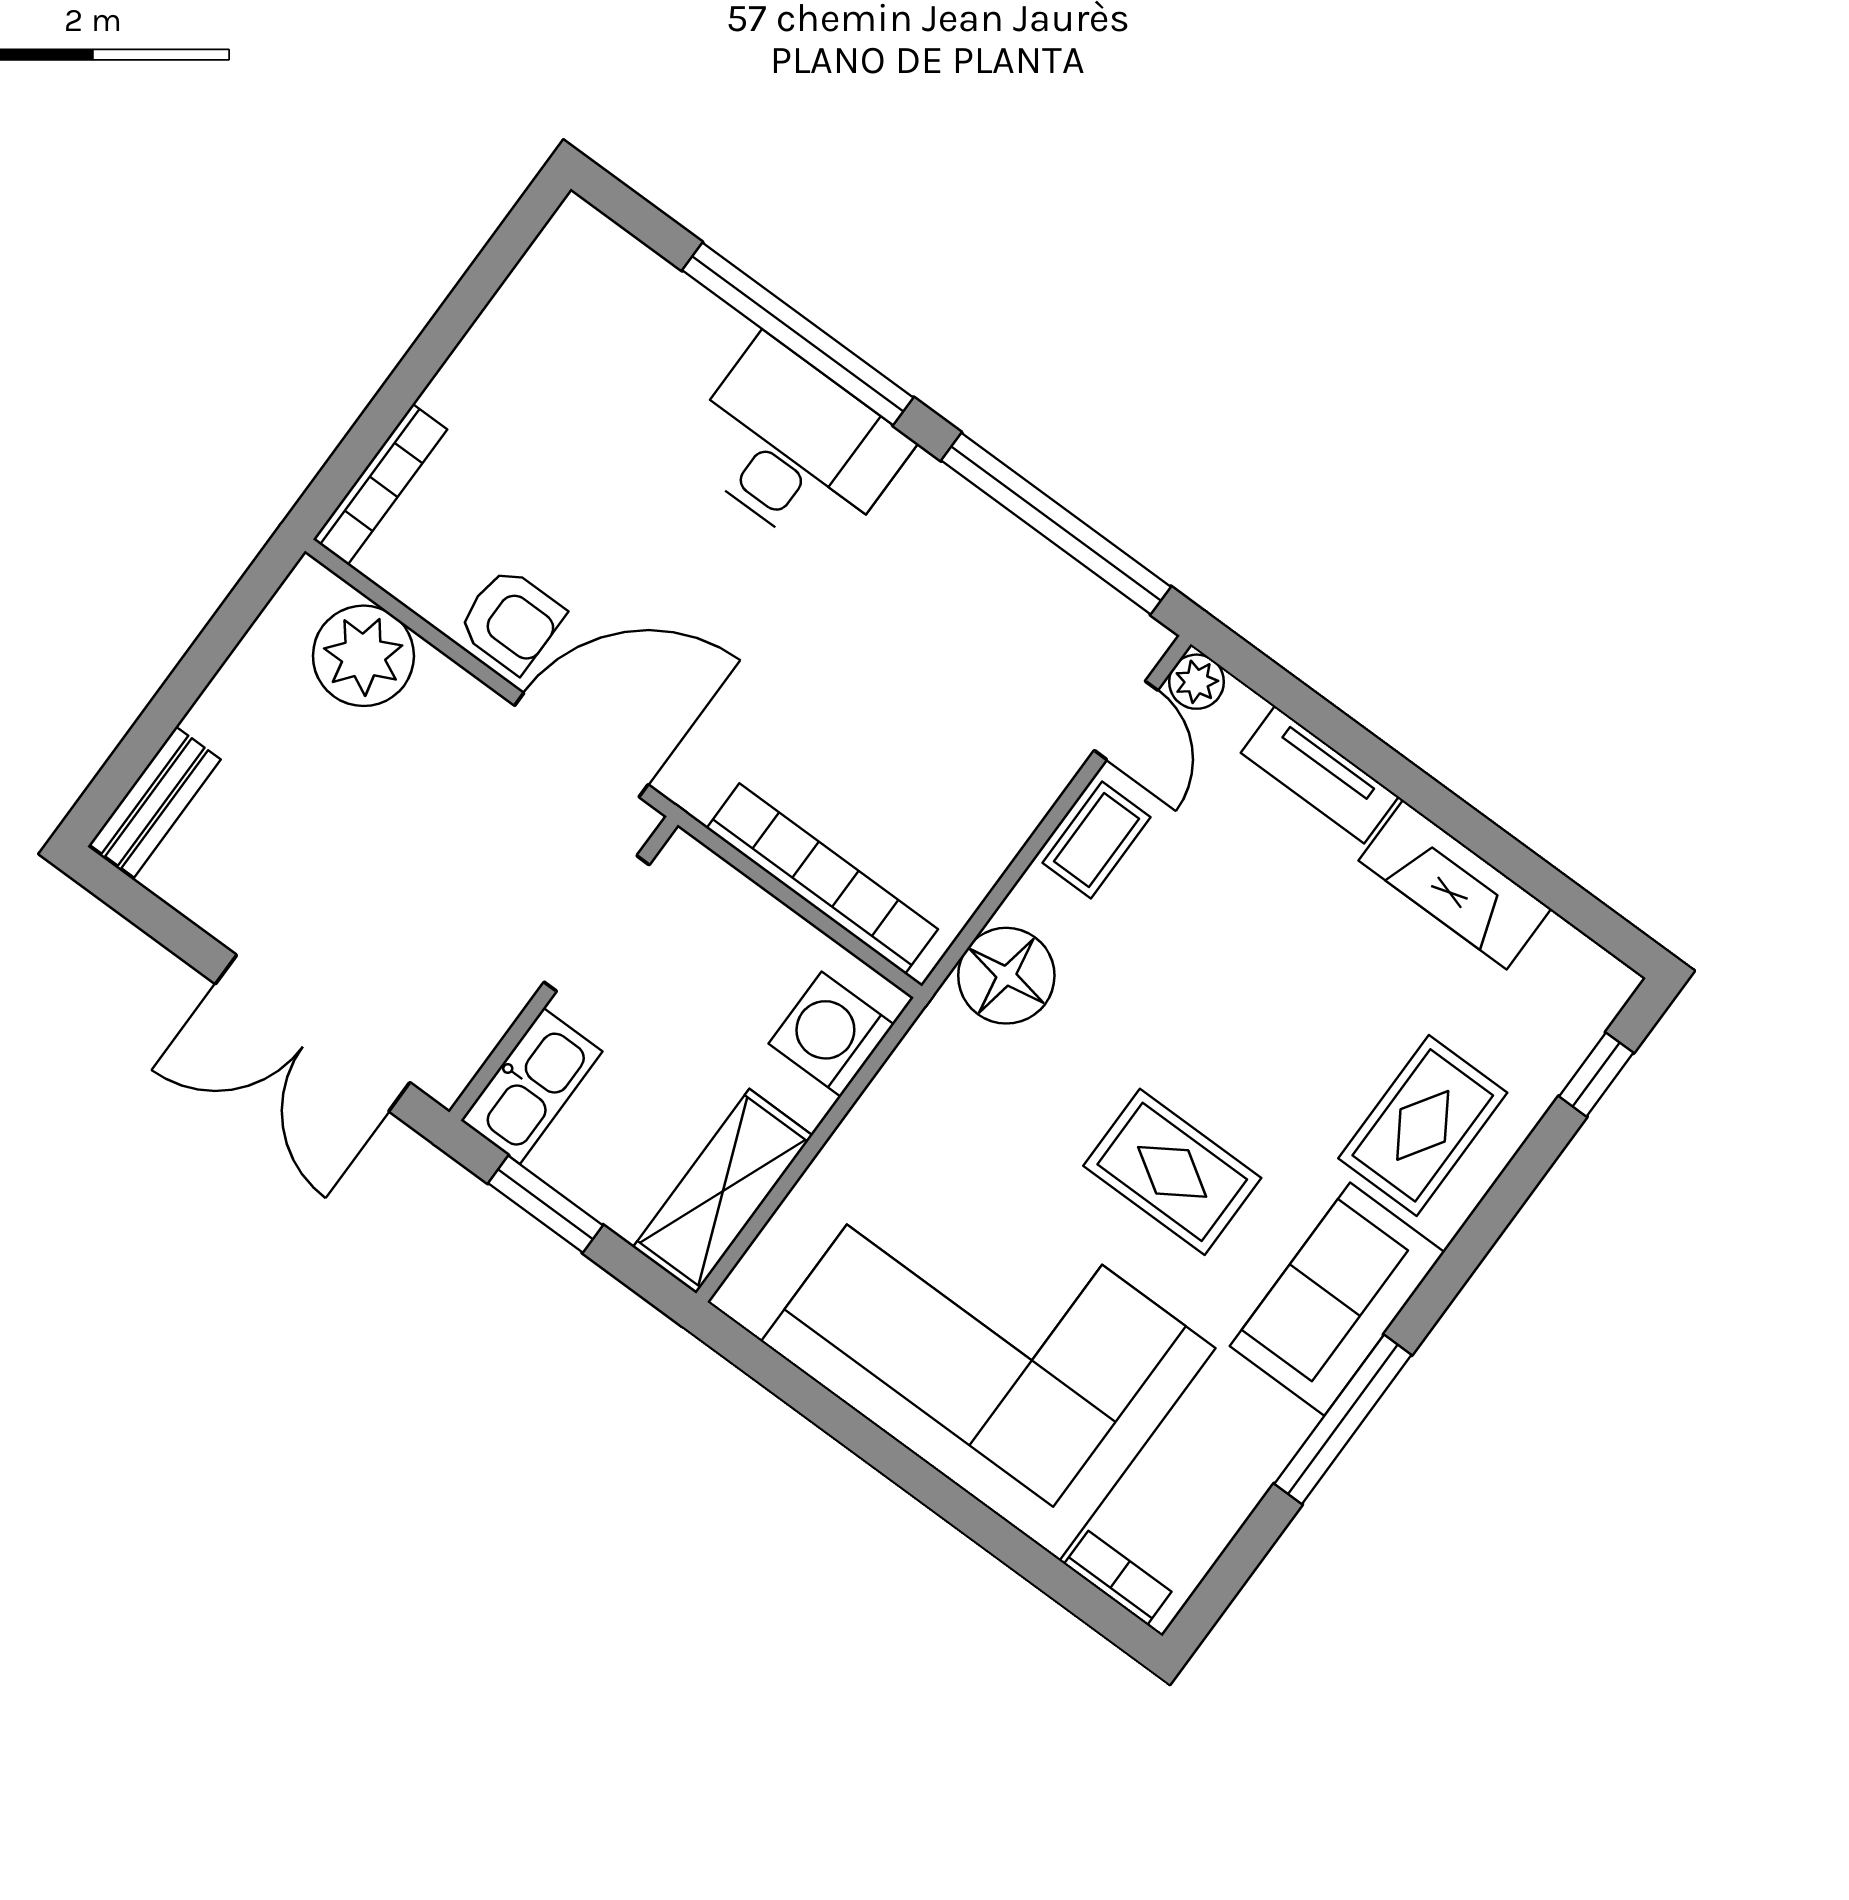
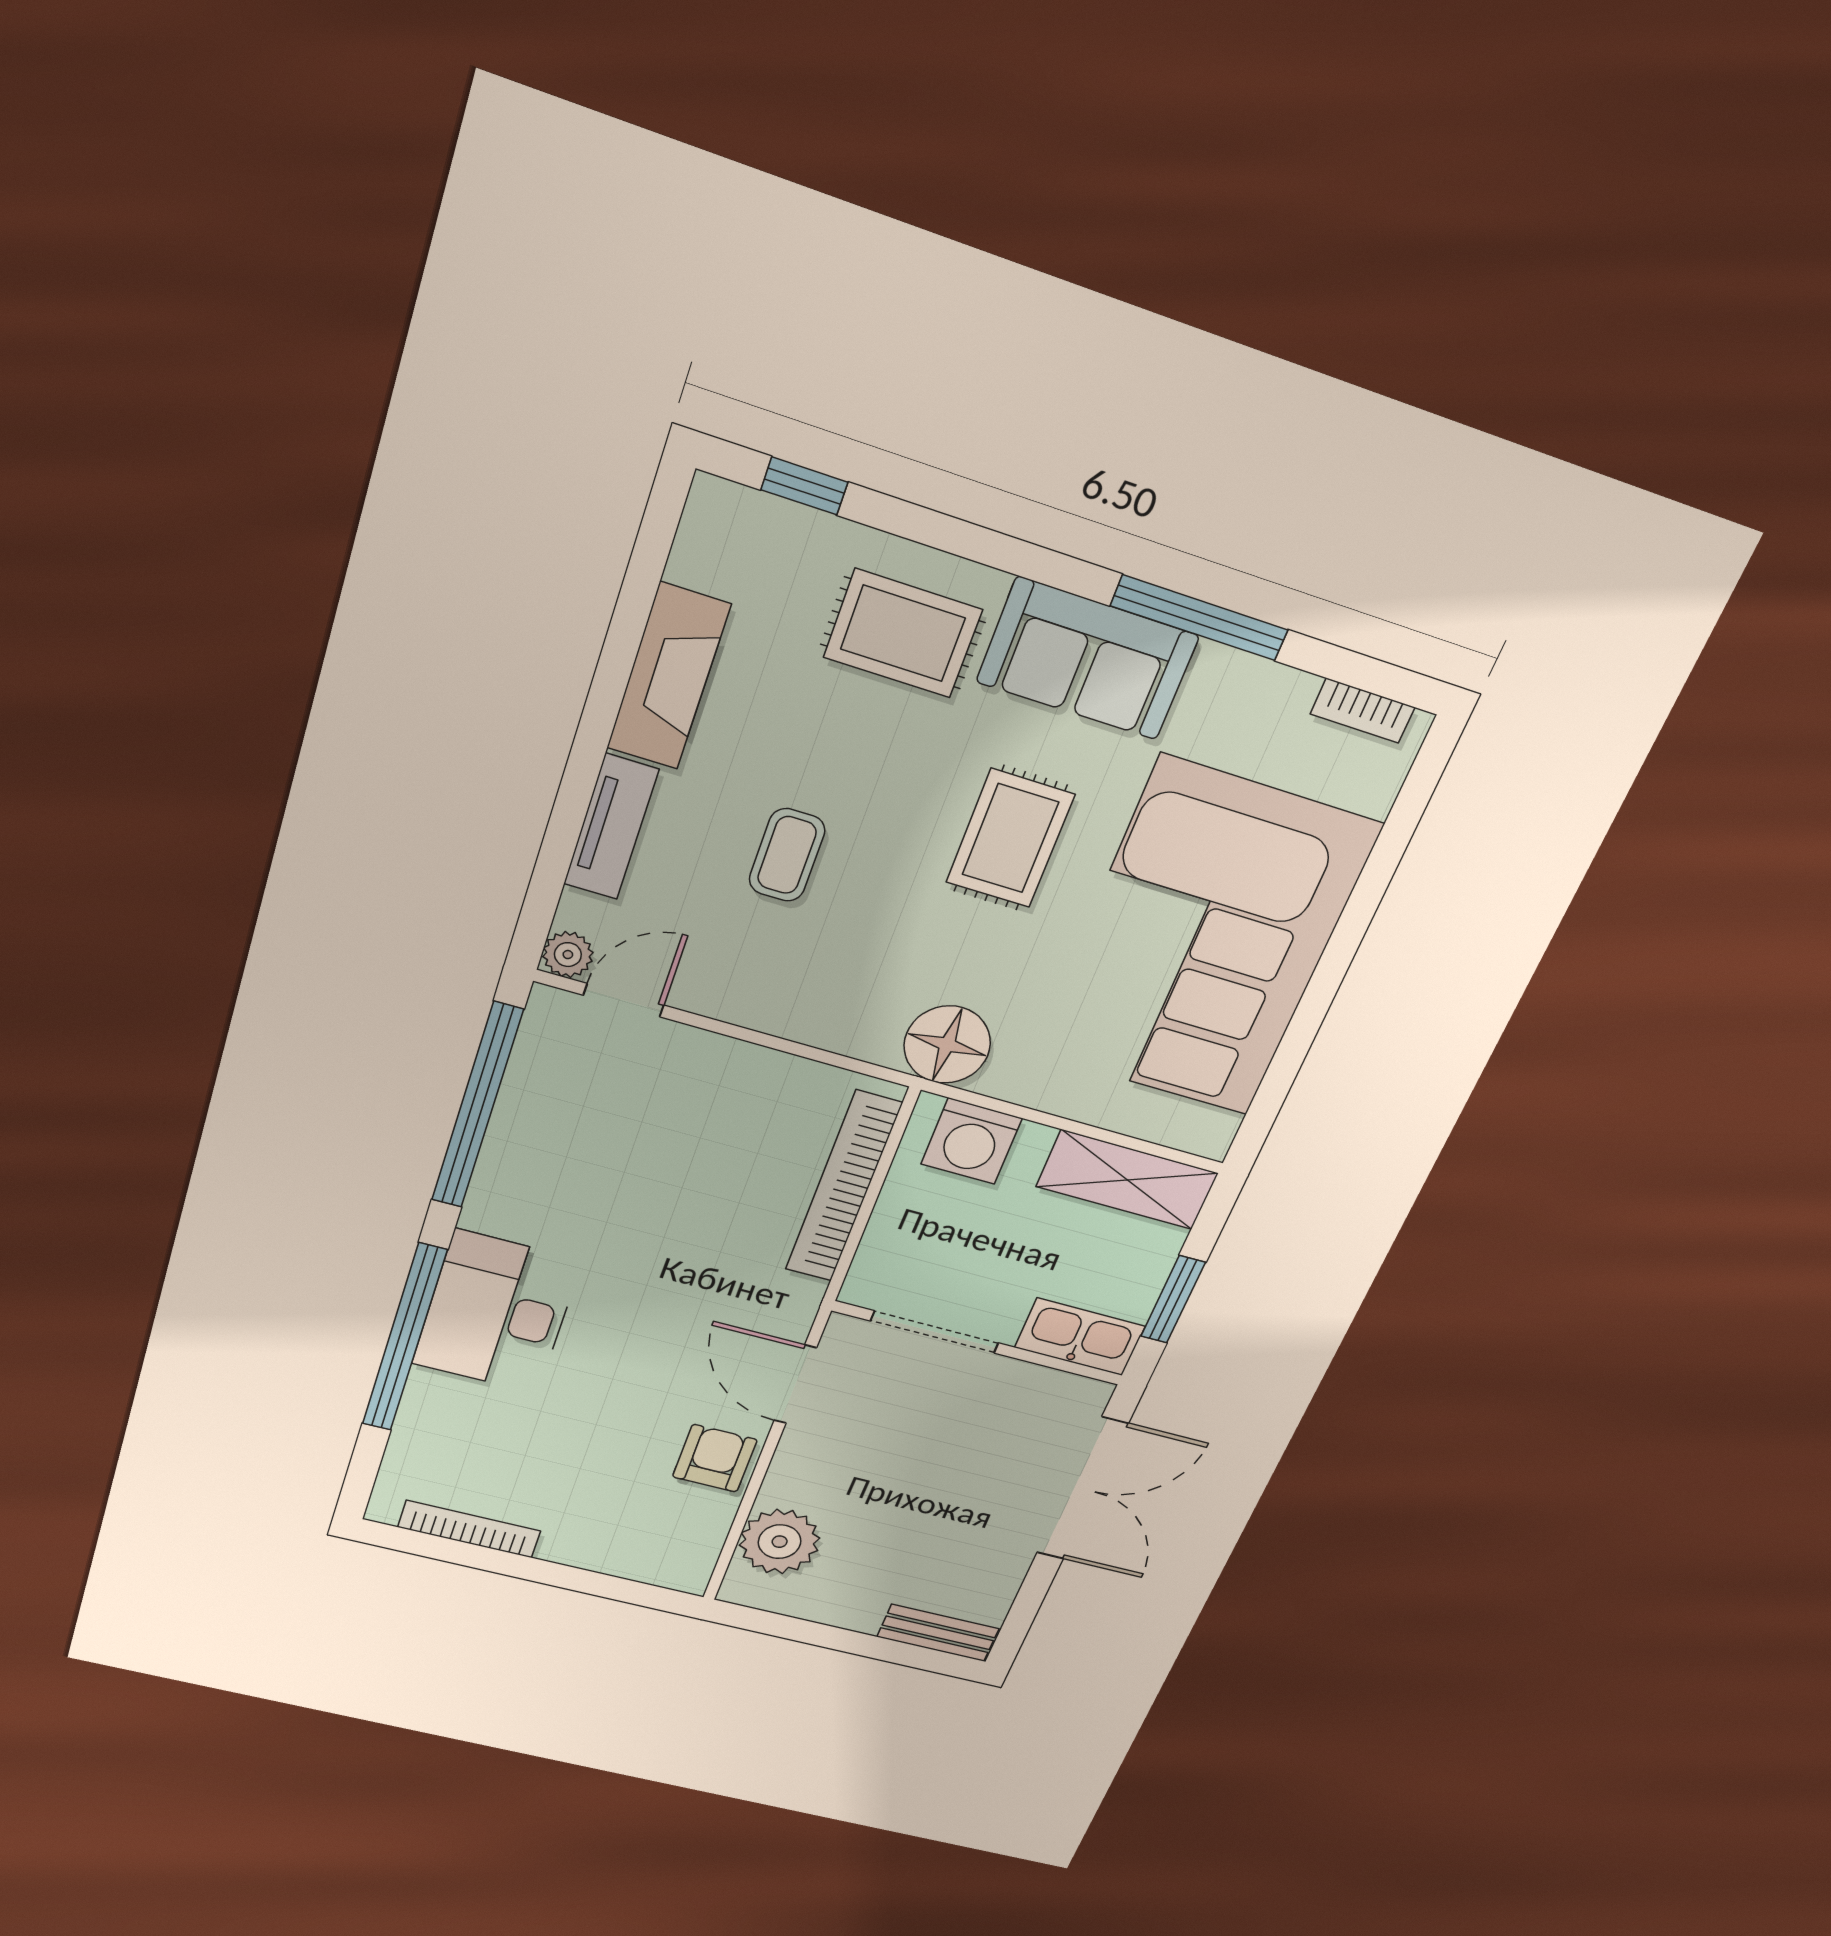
bookcase: (380, 484) -> (469, 1529), moved
door: (581, 745) -> (795, 1384), width x0.73
coffee table: (1097, 840) -> (787, 855), moved, turned 90
floor lamp: (1006, 976) -> (947, 1045), moved
bookcase: (1118, 1578) -> (1363, 711), moved, turned -90

